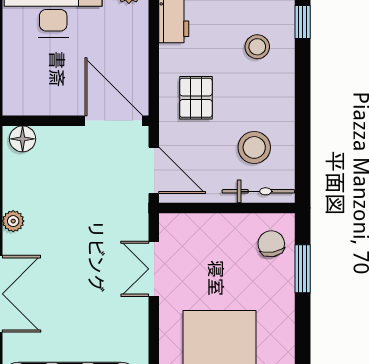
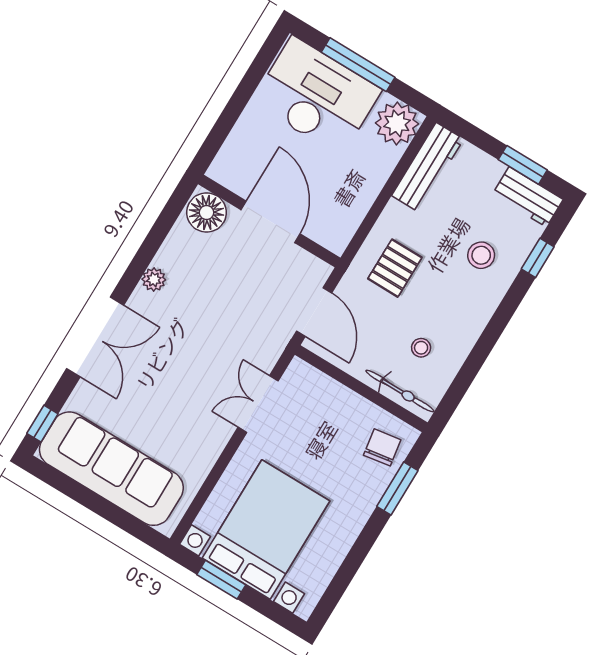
door: (114, 121) -> (271, 222), moved
floor lamp: (23, 139) -> (207, 213), width x1.38, depth x1.38
stool: (254, 147) -> (421, 348), width x0.53, depth x0.53

